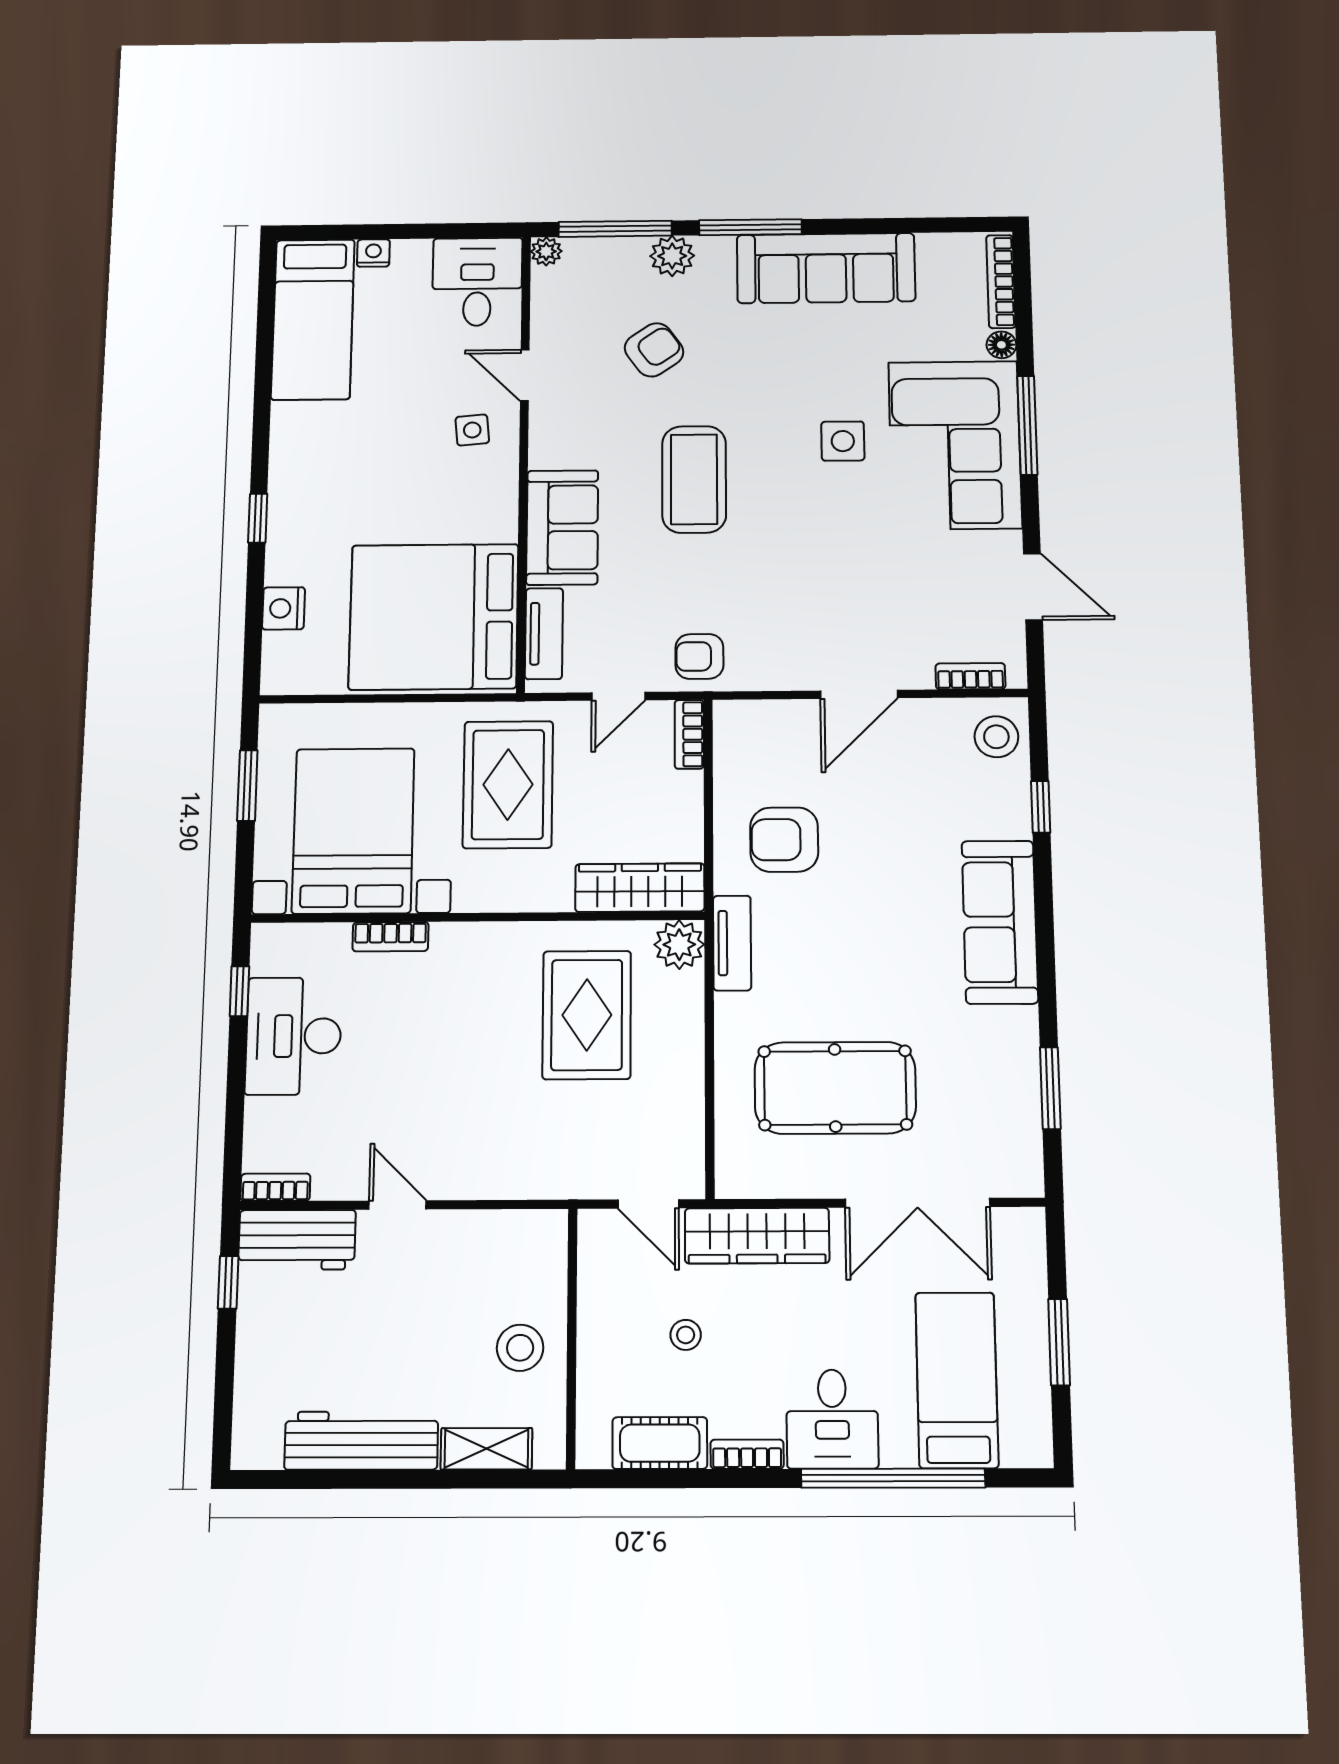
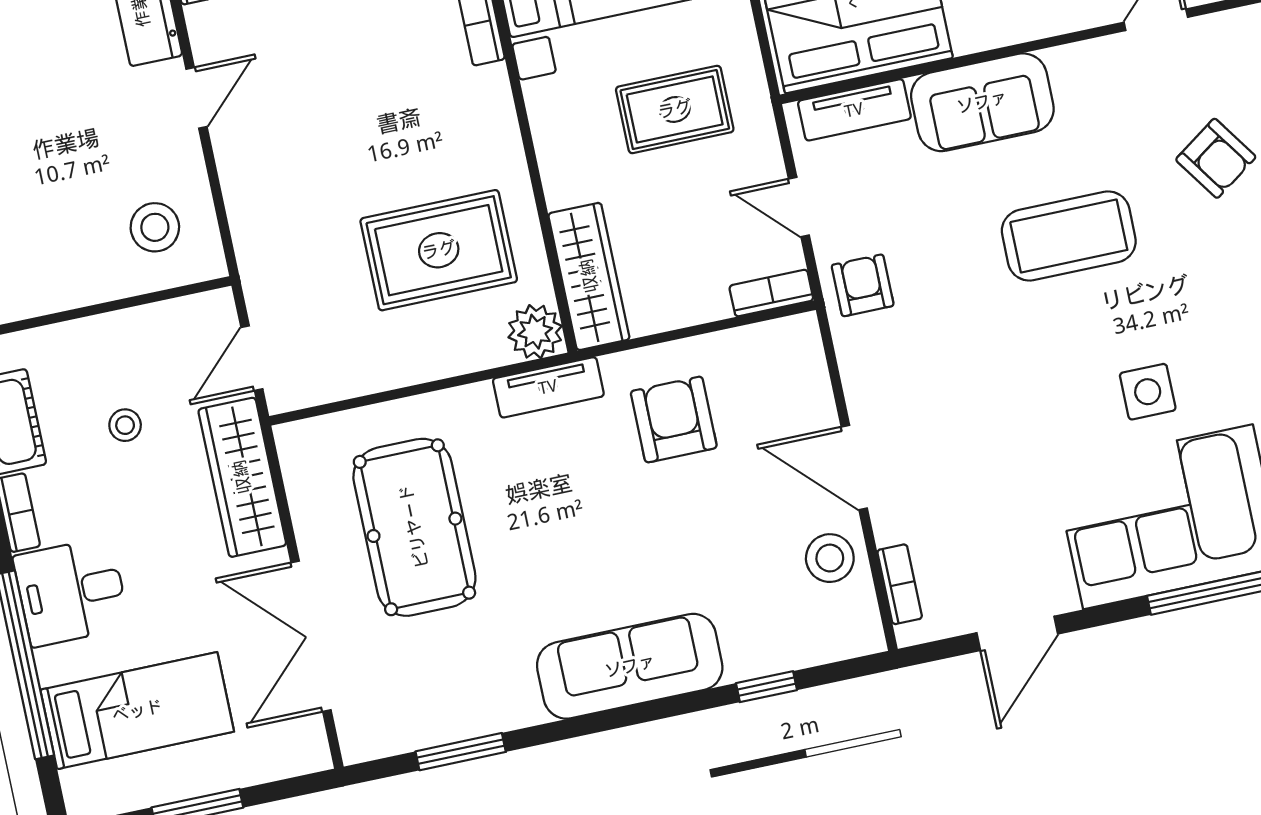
stool: (996, 737) -> (830, 558), moved
rug: (508, 785) -> (675, 109), width x0.73, depth x0.70
stool: (520, 1348) -> (155, 227), moved

